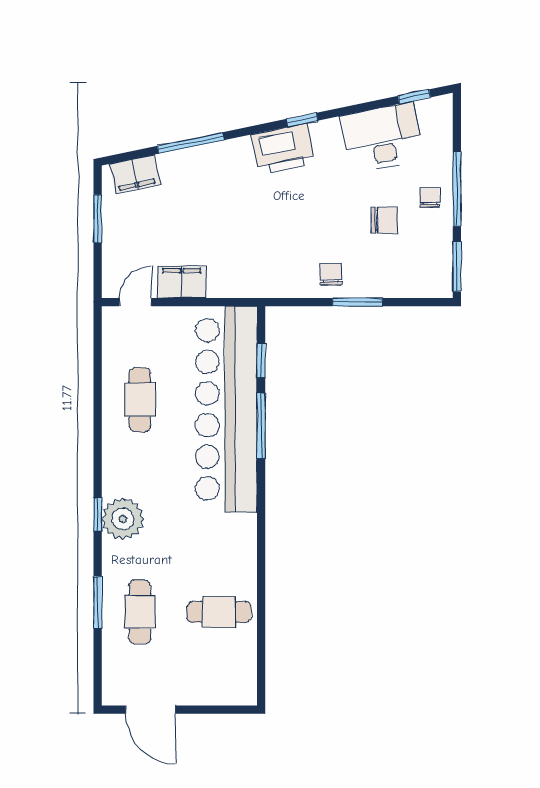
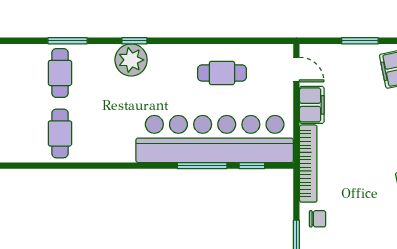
bookcase: (259, 287) -> (308, 164), added
cafe table: (140, 612) -> (60, 73), turned 90

